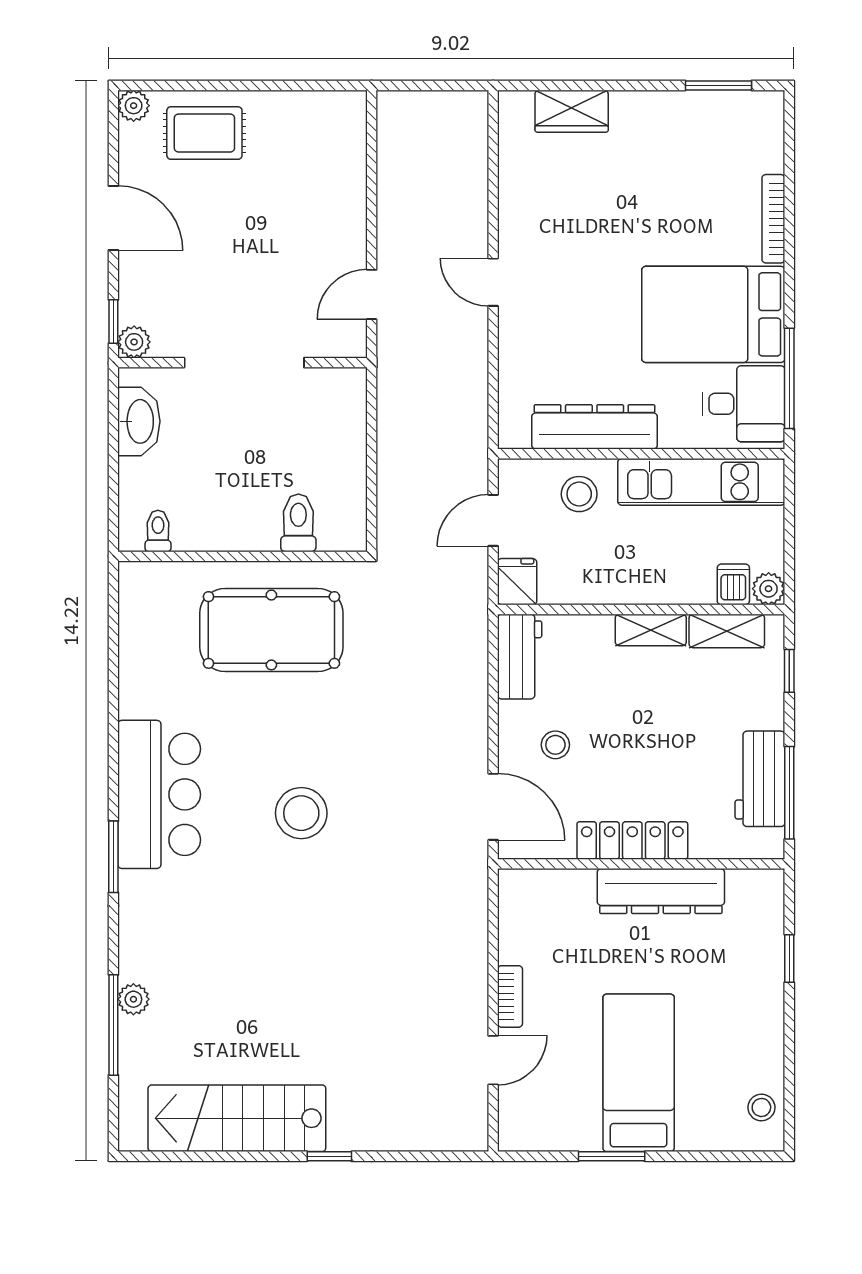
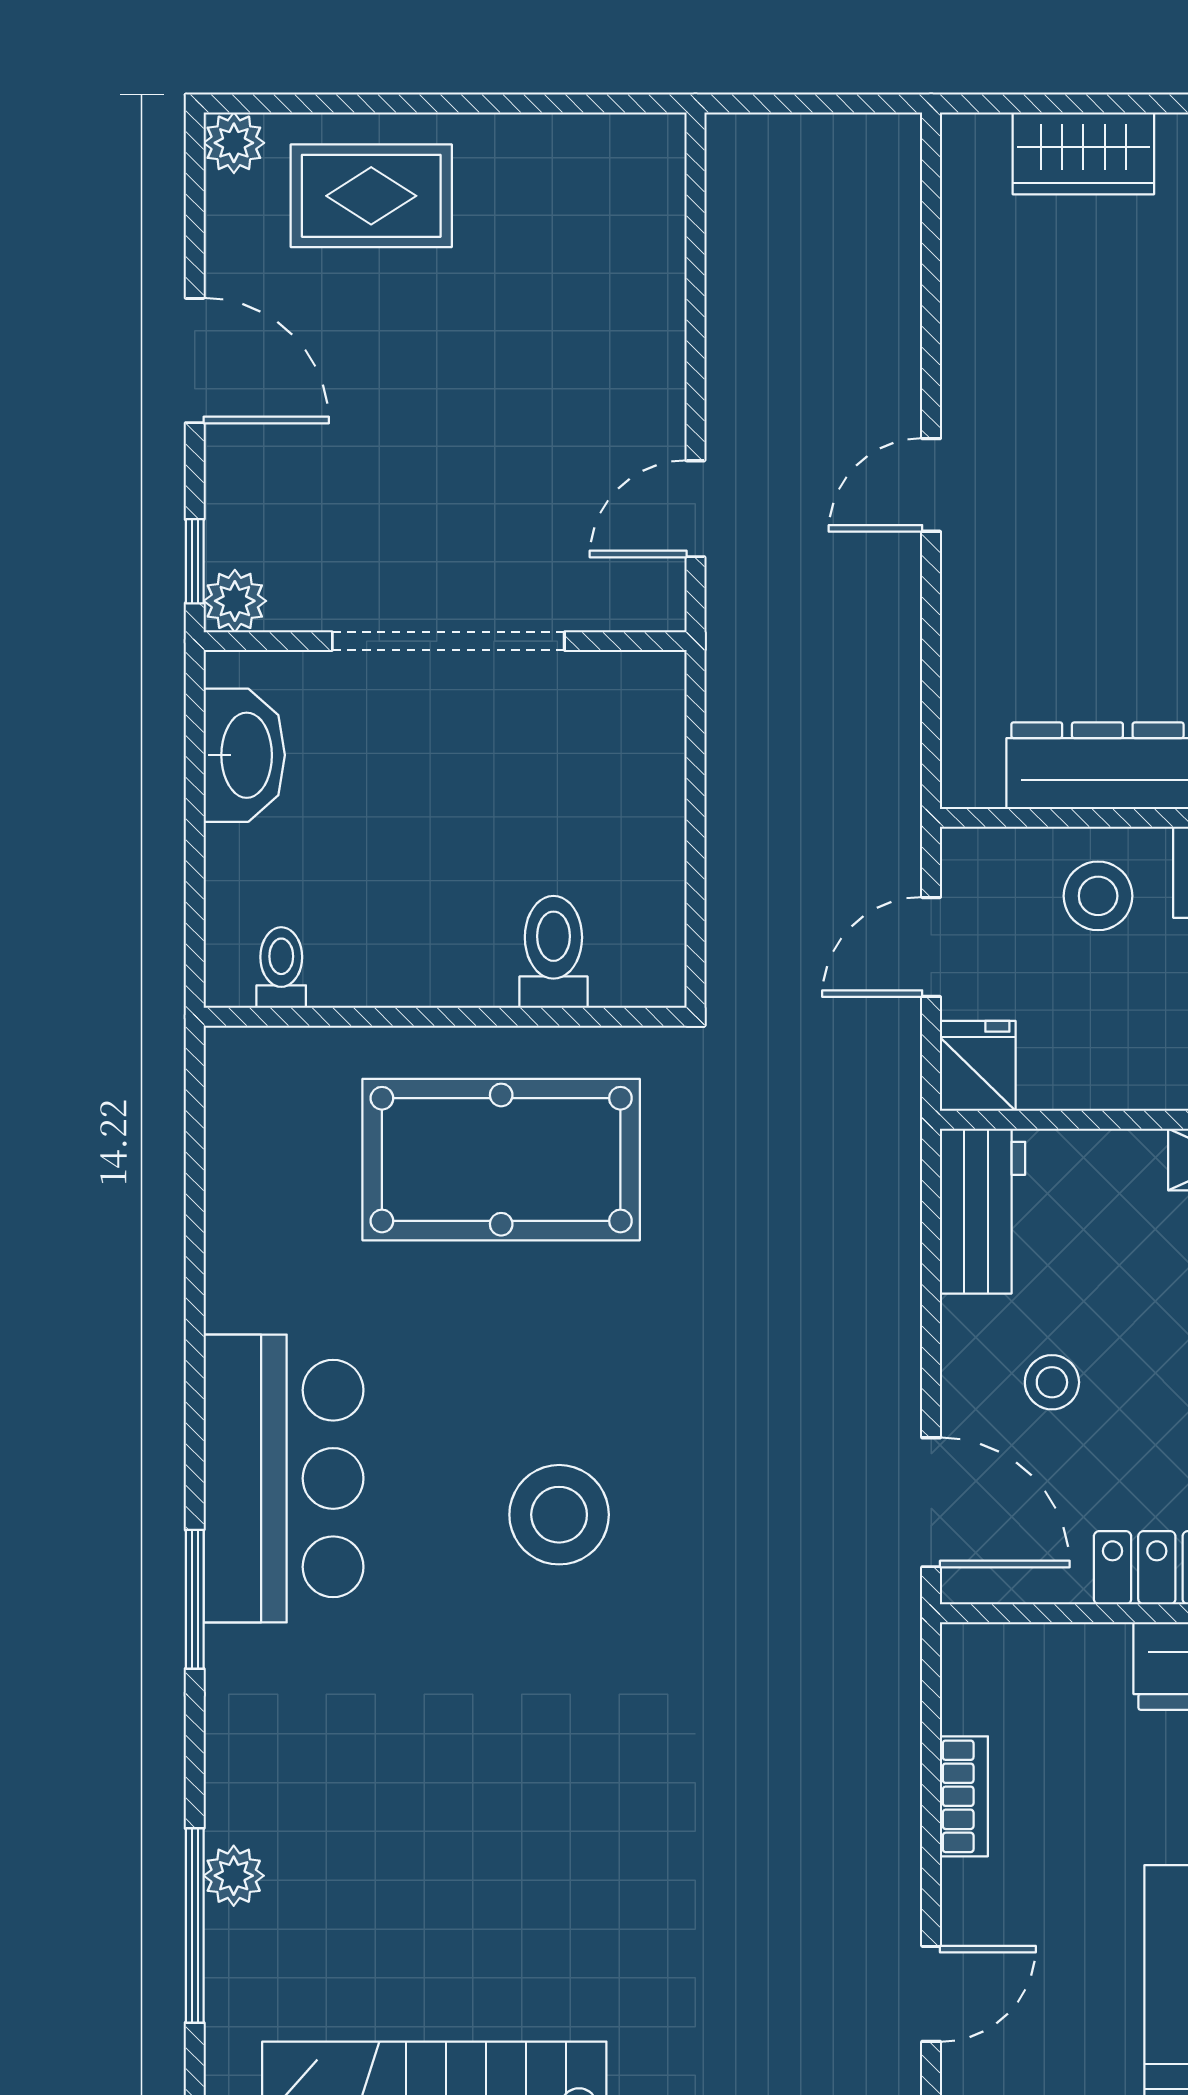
door: (493, 282) -> (931, 485), hinge flipped
bookcase: (510, 996) -> (964, 1796), moved

